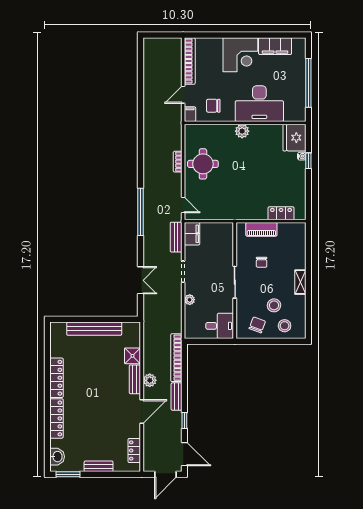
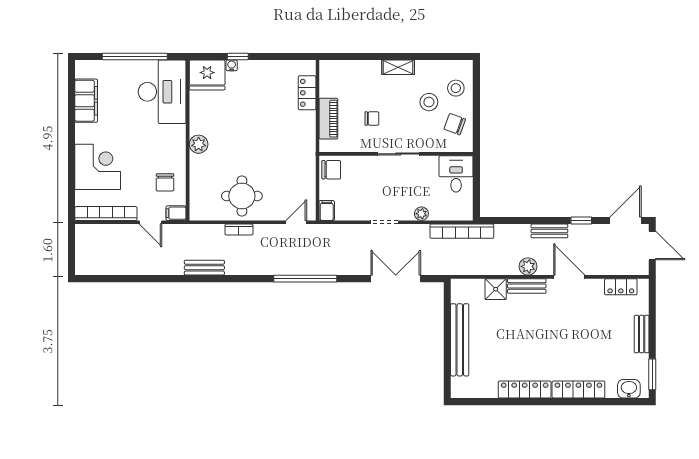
corner desk: (240, 55) -> (98, 167), moved
desk: (259, 104) -> (162, 92), moved
chair: (223, 231) -> (331, 170), added
filing cabinet: (192, 234) -> (327, 211), width x0.50
bench: (176, 237) -> (204, 268), moved
double door: (140, 280) -> (396, 279), width x1.37
bookcase: (176, 358) -> (462, 231), moved

